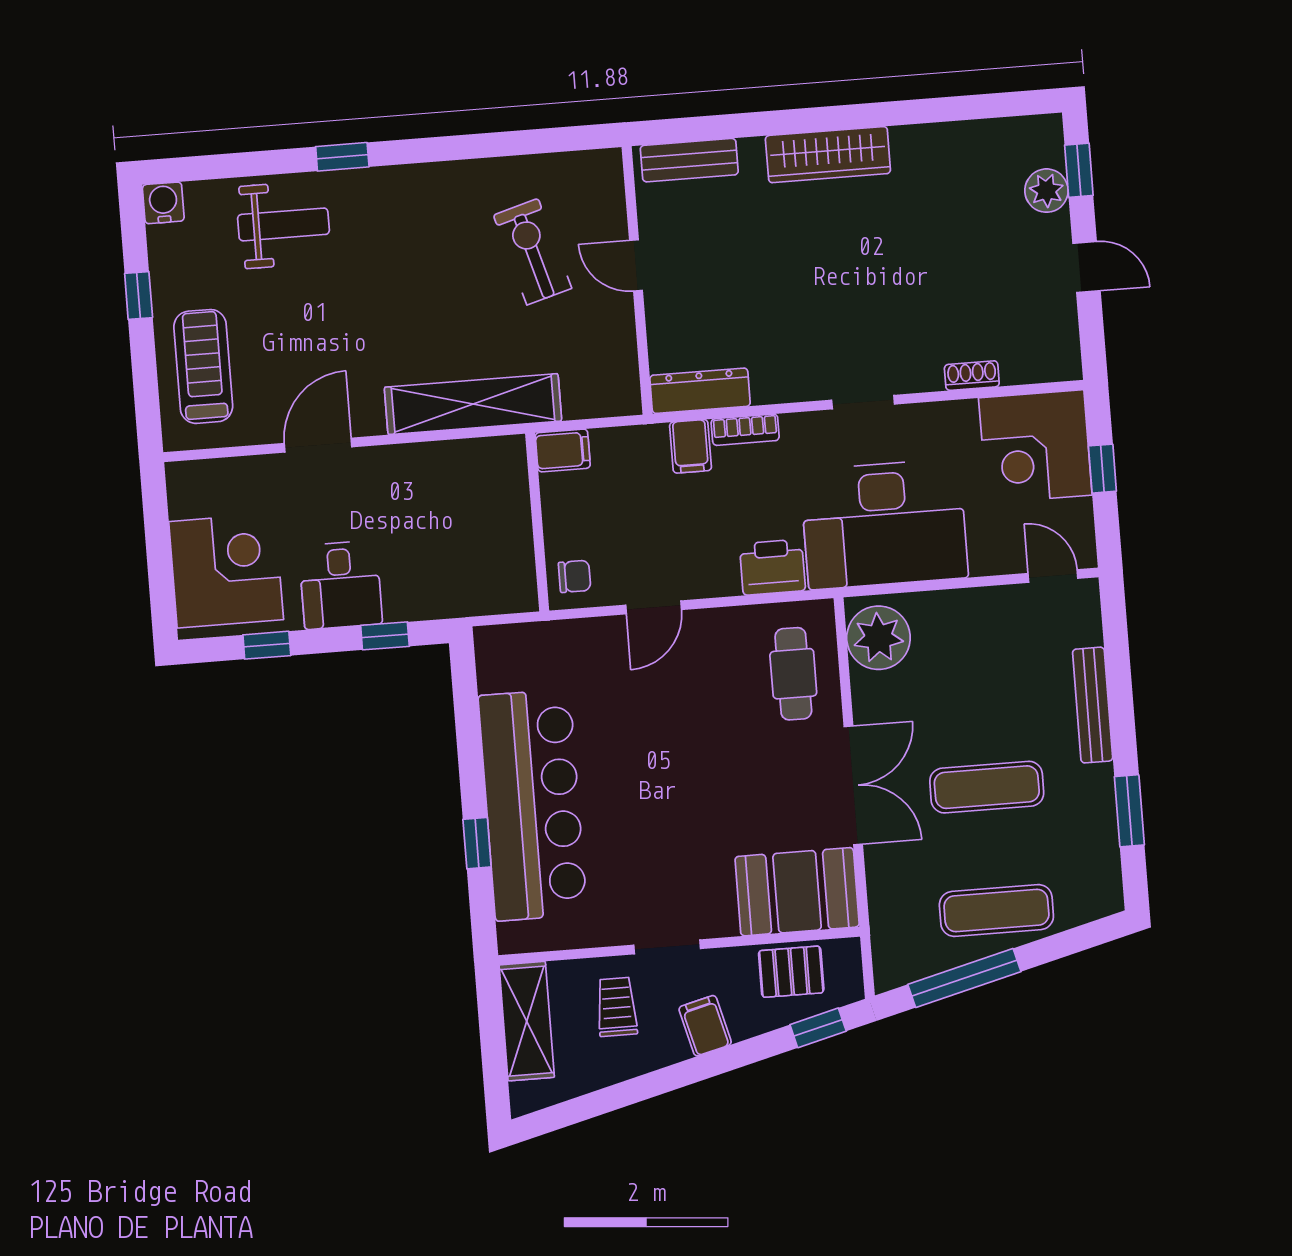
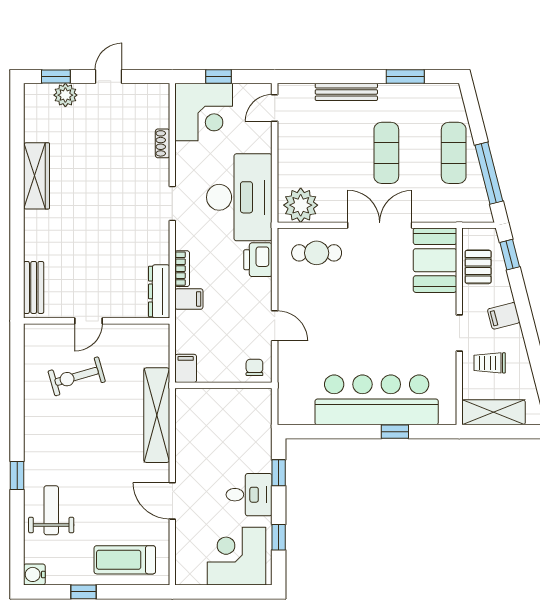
wardrobe: (828, 155) -> (37, 176), moved

